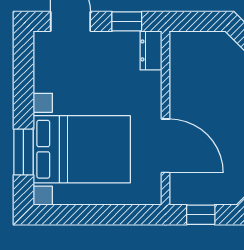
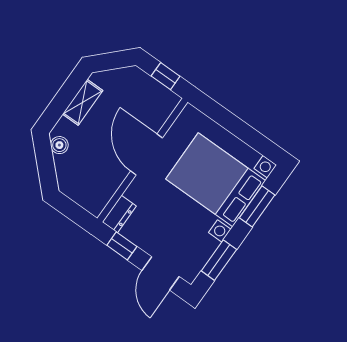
window: (23, 74) -> (219, 260), added
door: (166, 146) -> (147, 154), moved

